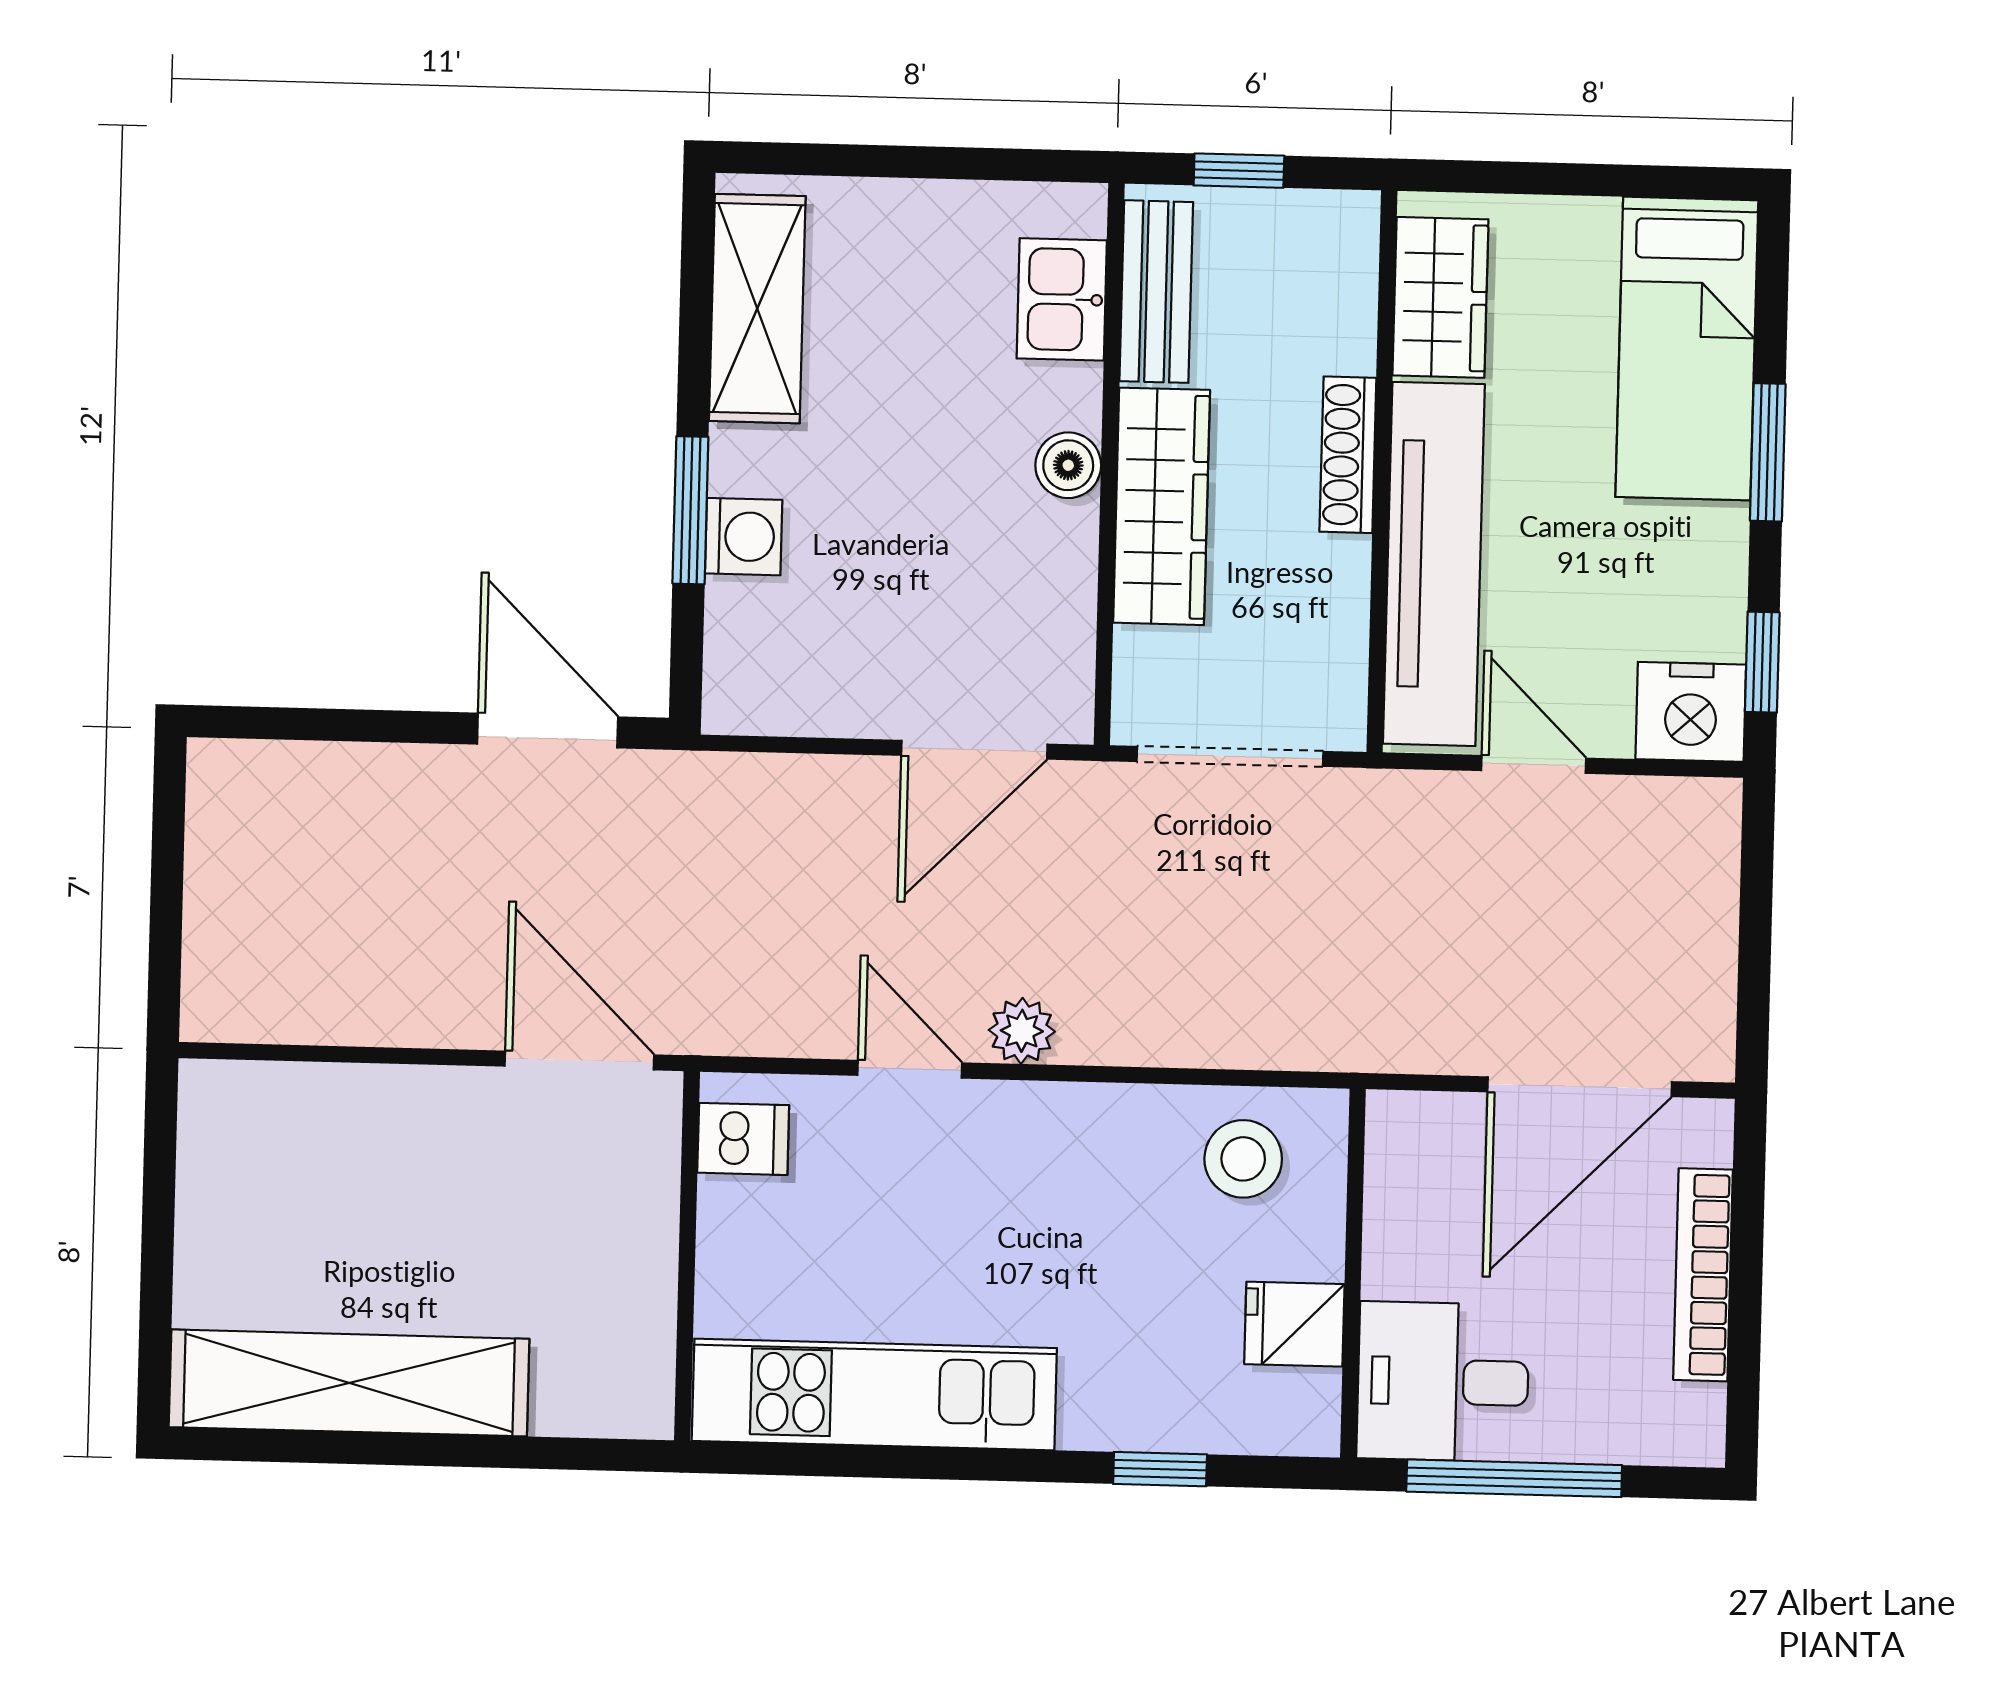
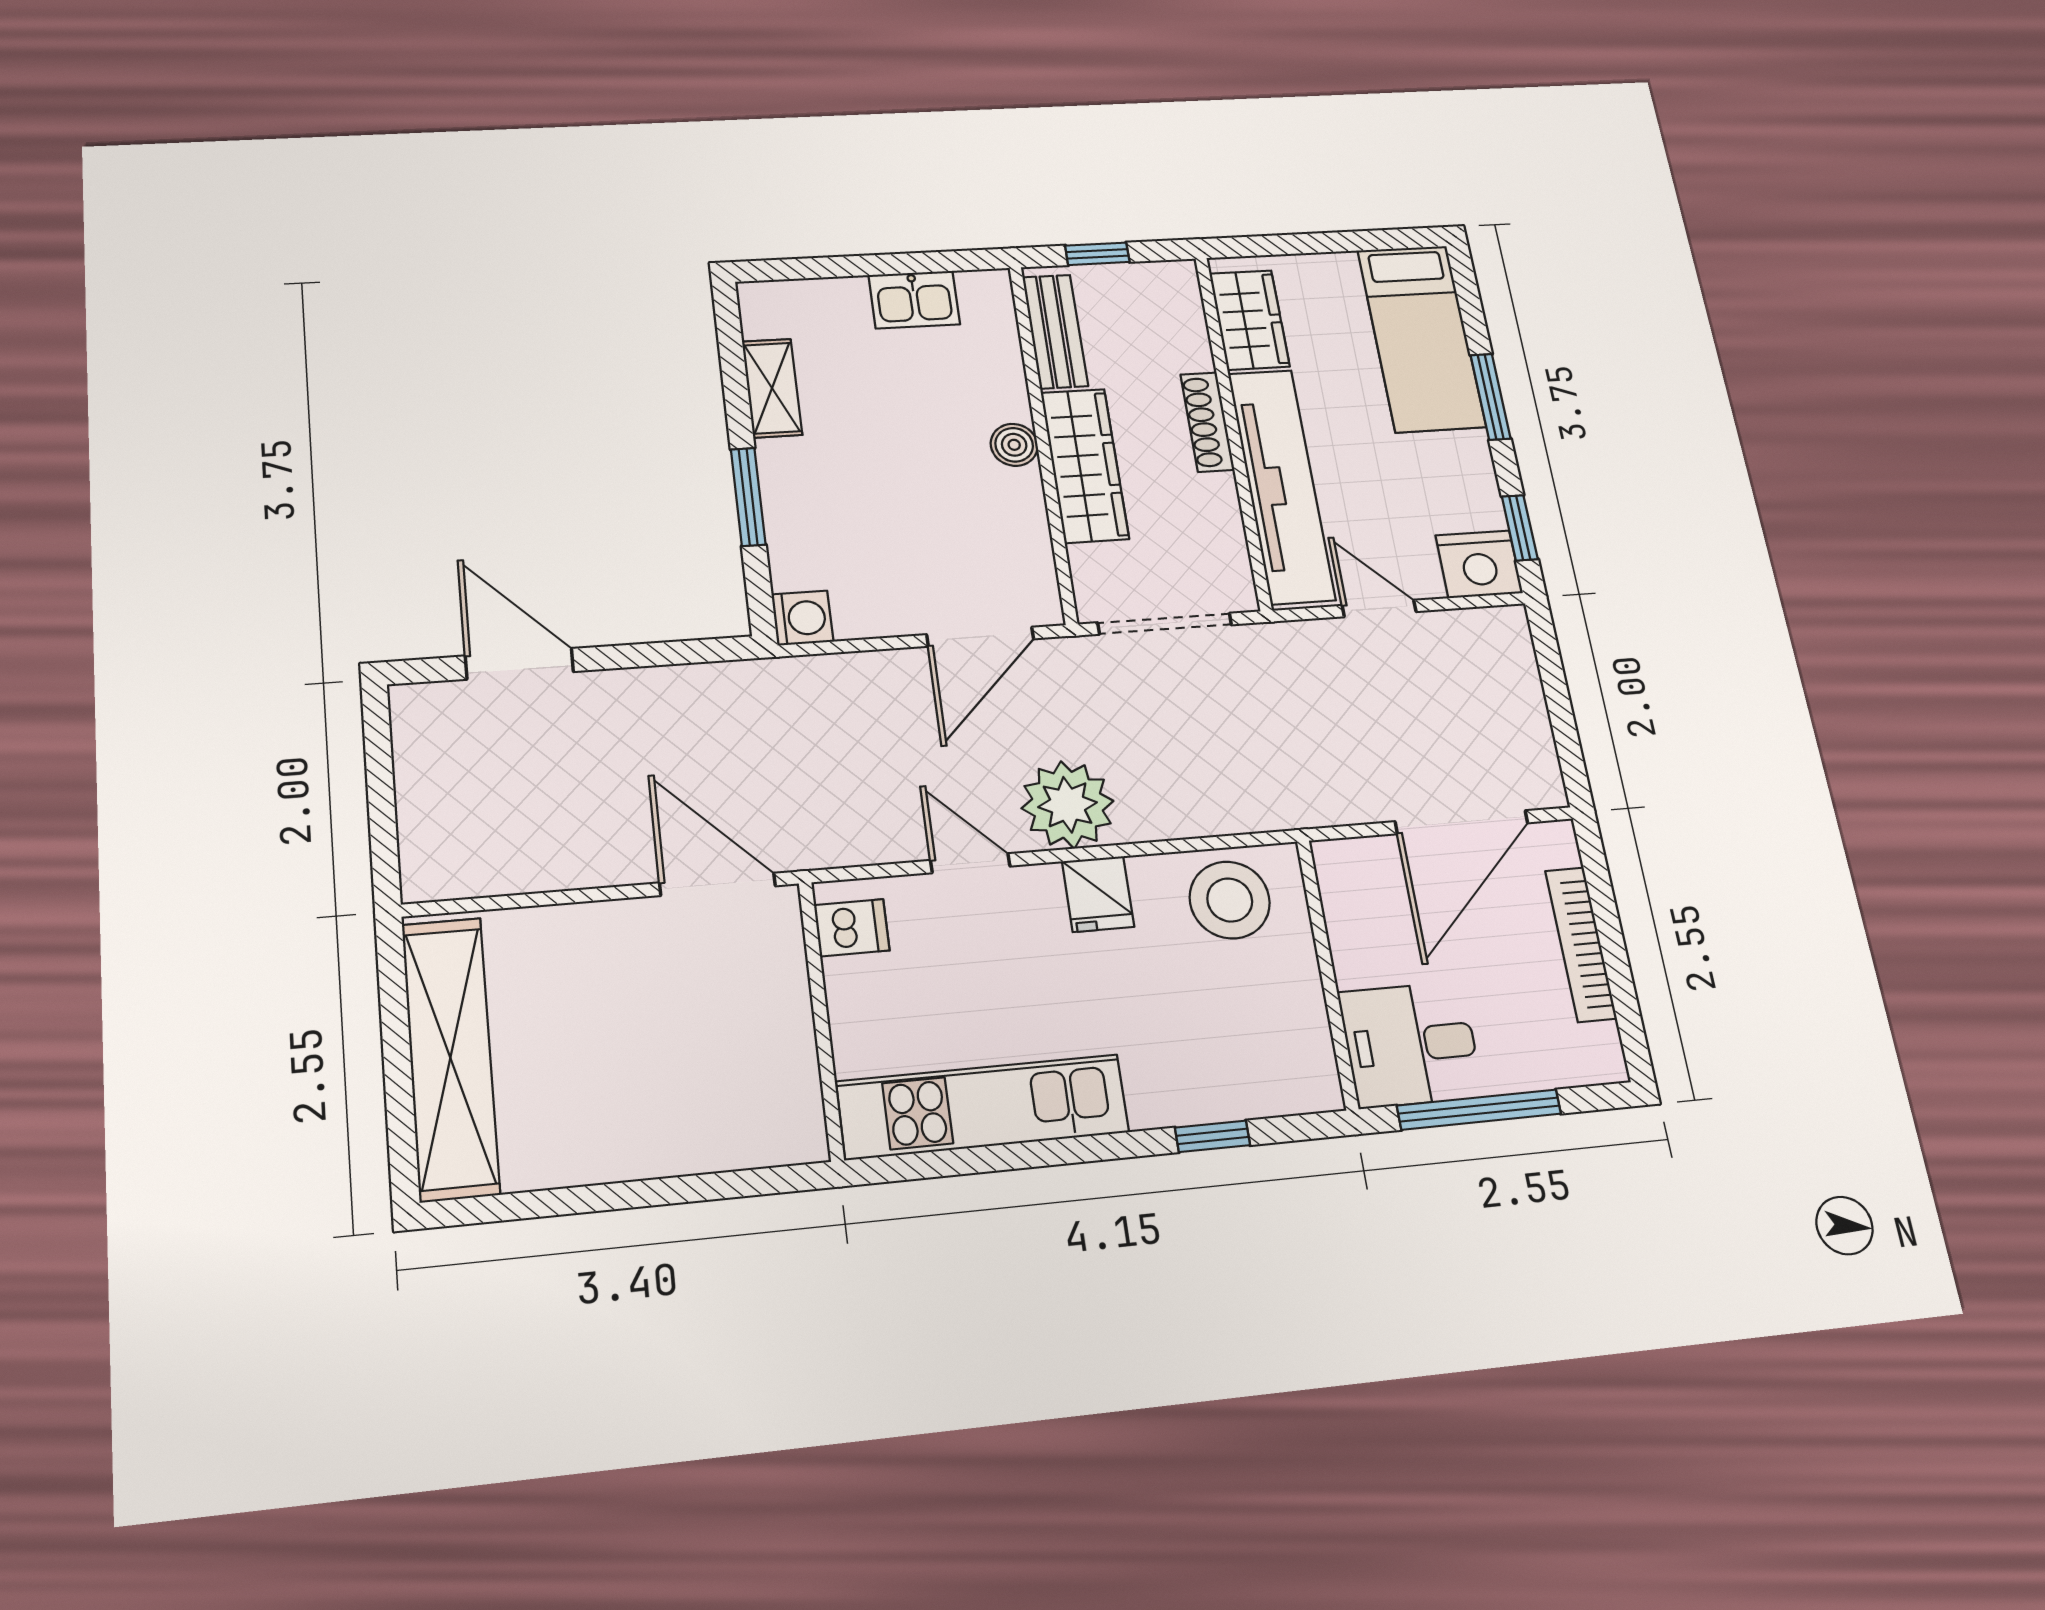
kitchen sink: (1062, 299) -> (914, 300), moved, turned -90
shelving: (757, 309) -> (772, 388), width x0.67, depth x0.75
washing machine: (744, 537) -> (802, 618), moved
door: (548, 731) -> (519, 664), moved
plant: (1022, 1031) -> (1068, 805), width x1.87, depth x1.87
stool: (1243, 1159) -> (1230, 900), width x1.38, depth x1.38
fridge: (1294, 1324) -> (1098, 894), moved, turned -90
shelving: (349, 1383) -> (450, 1058), moved, turned 90

